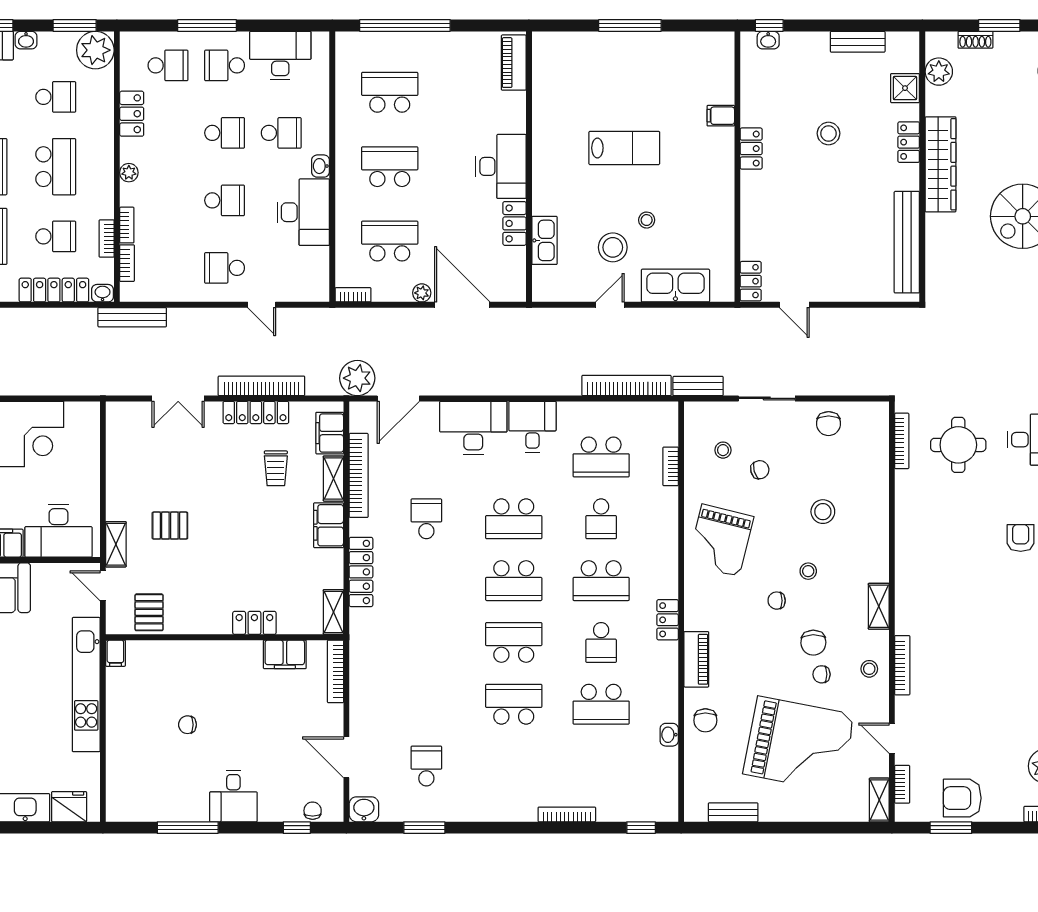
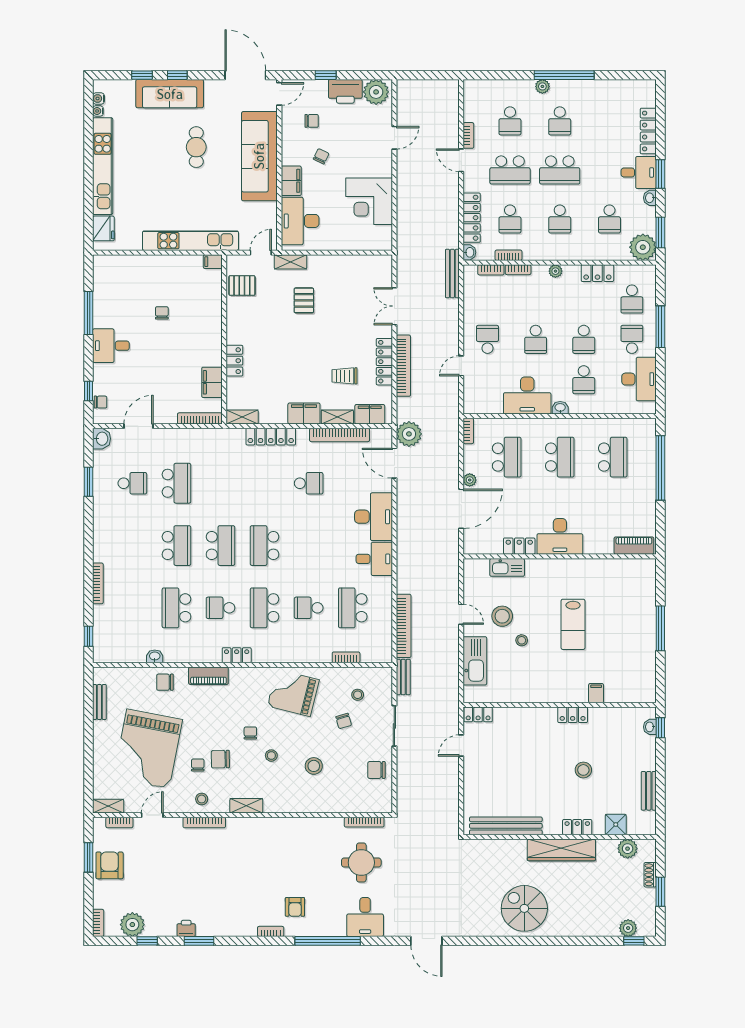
school desk: (56, 167) -> (560, 219), width x0.54
school desk: (514, 519) -> (176, 483), moved, turned 180
armchair: (1021, 538) -> (295, 907), turned 90

